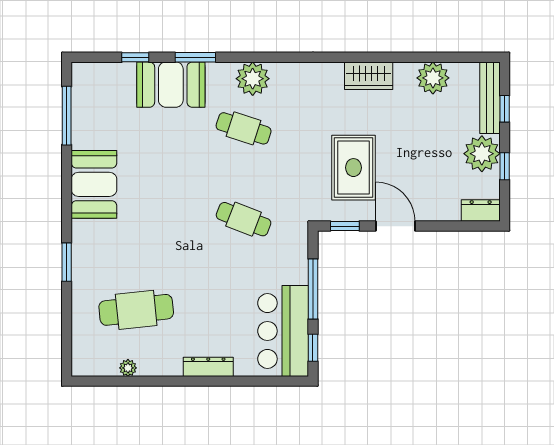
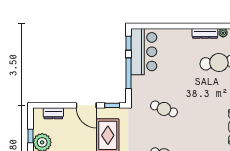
dresser: (481, 211) -> (53, 113), moved
dresser: (208, 367) -> (205, 33), moved

